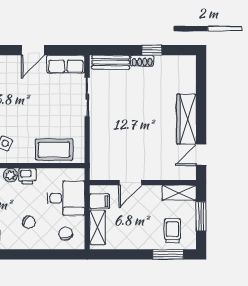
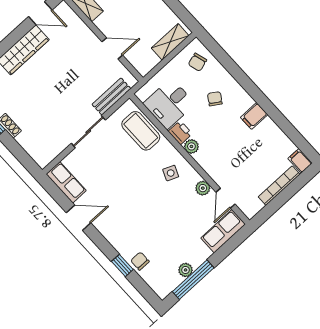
bench: (111, 62) -> (111, 97), moved, turned 90
sliding door: (87, 97) -> (88, 132), moved
desk: (66, 198) -> (169, 104), moved, turned -90
filing cabinet: (100, 201) -> (148, 59), removed

